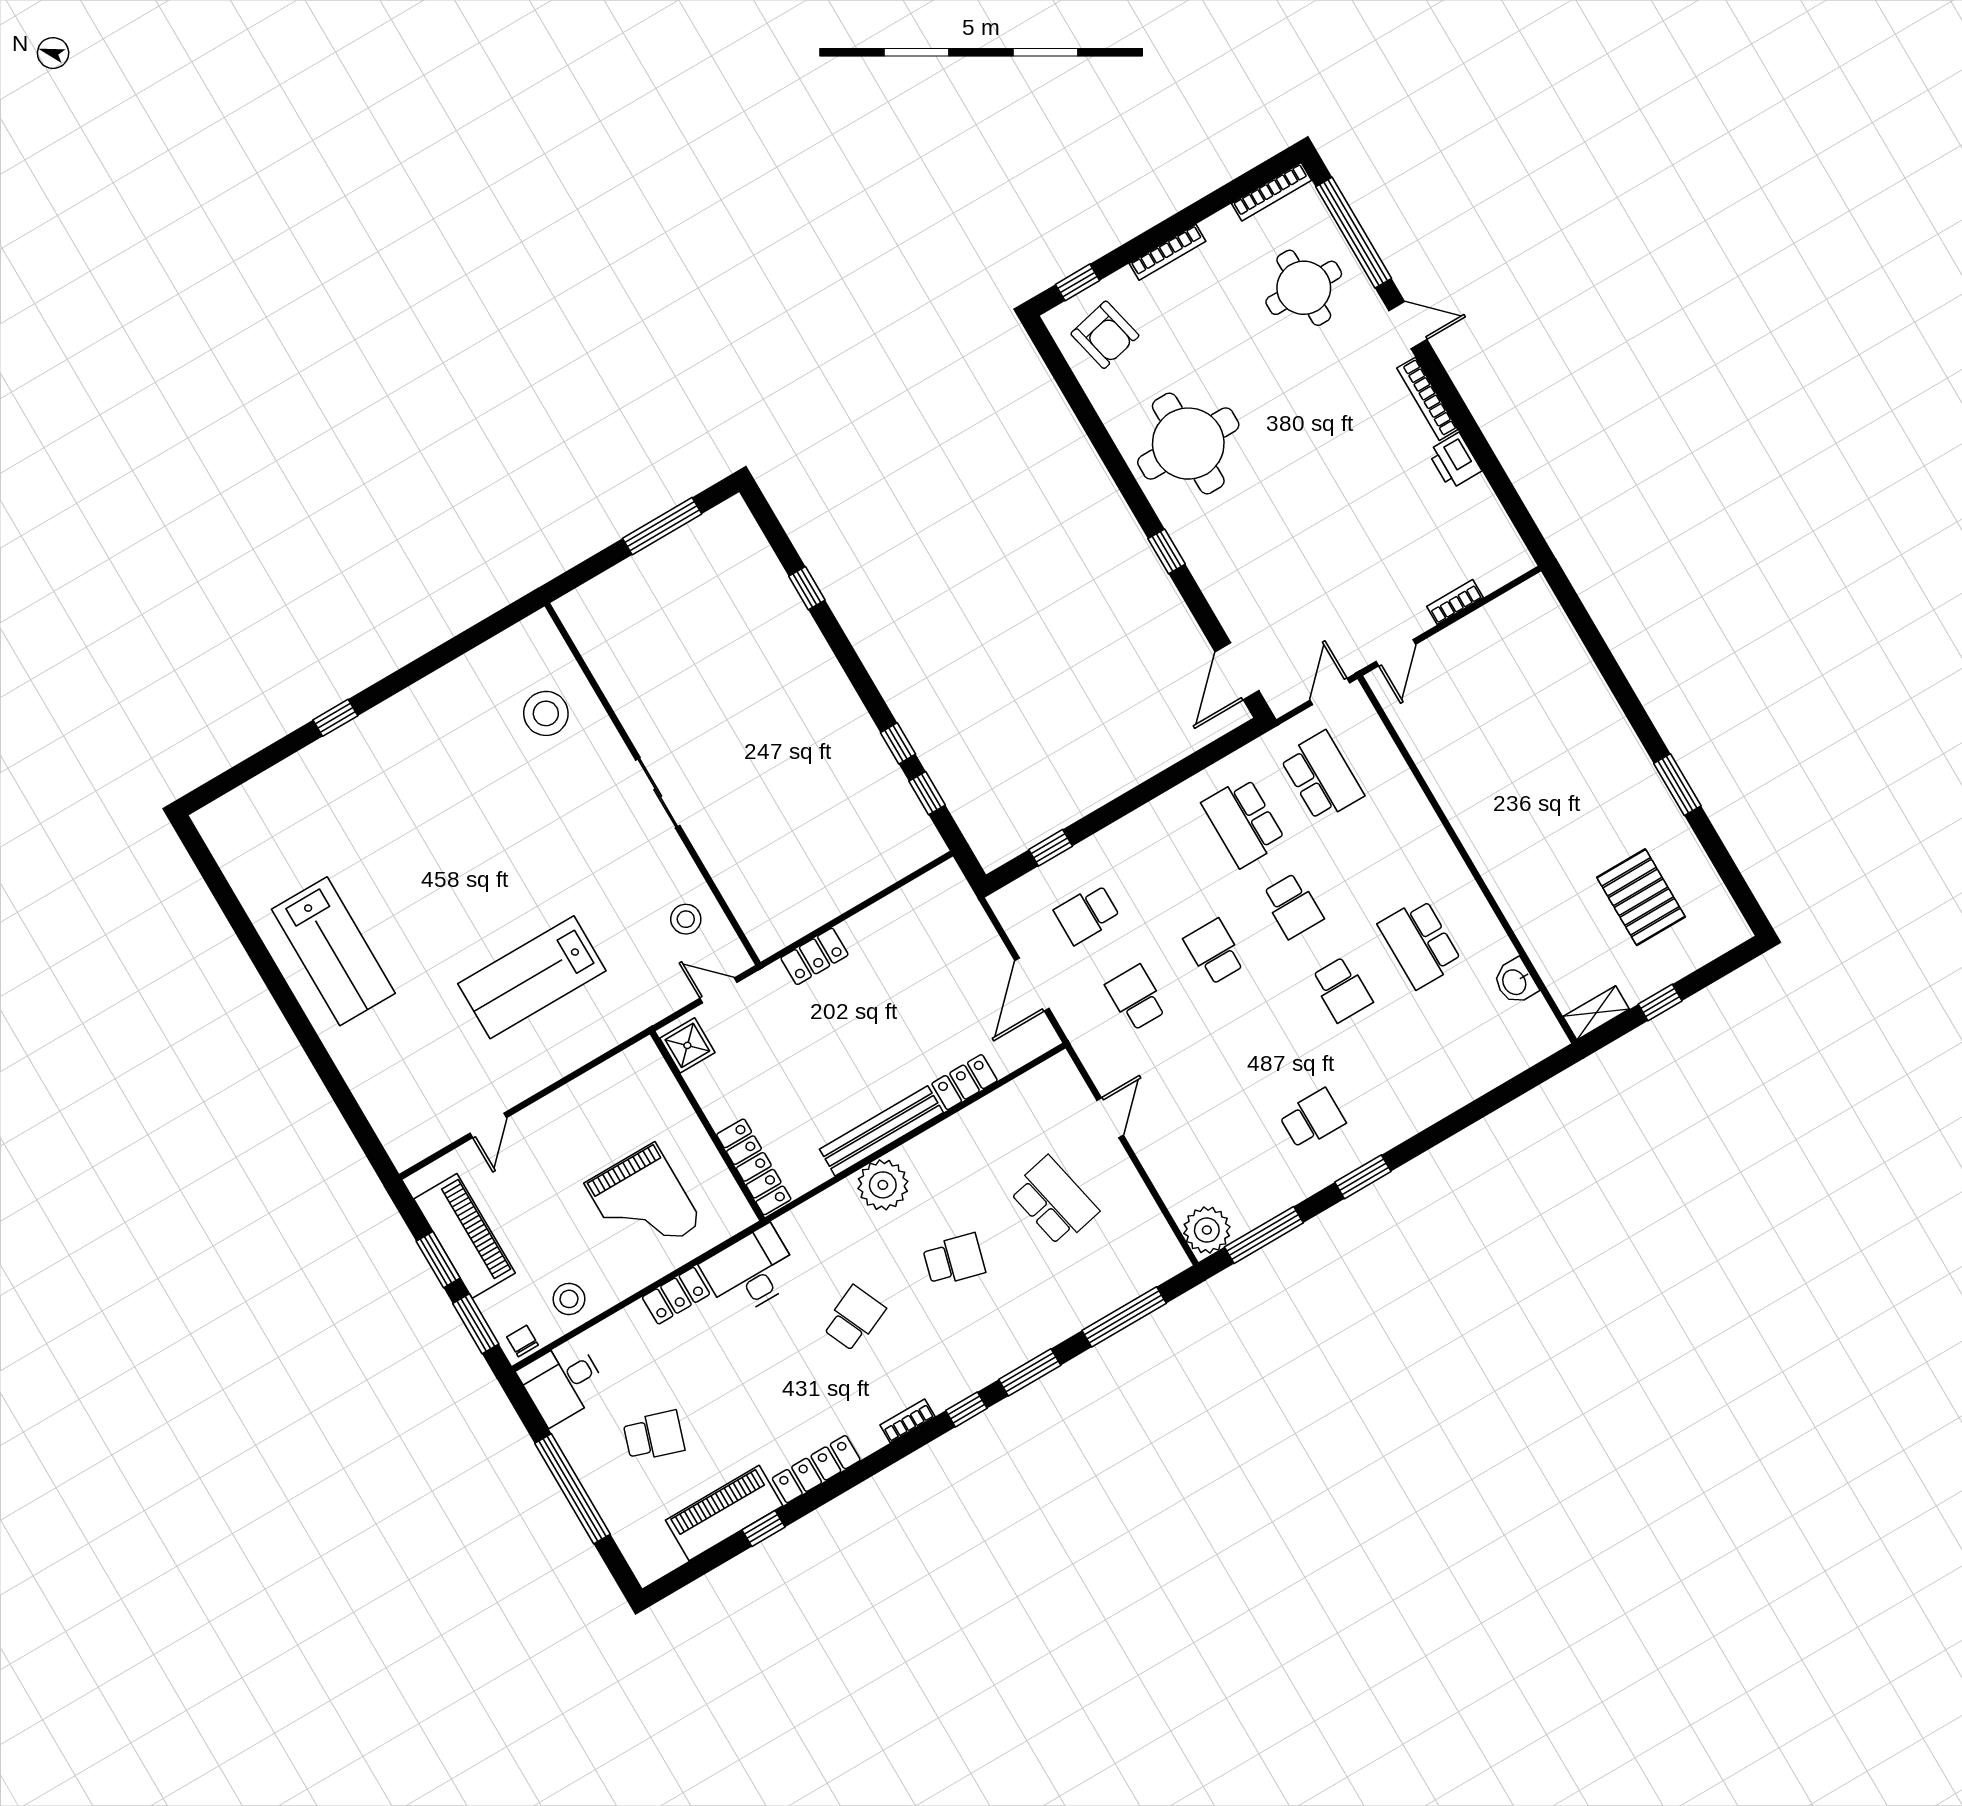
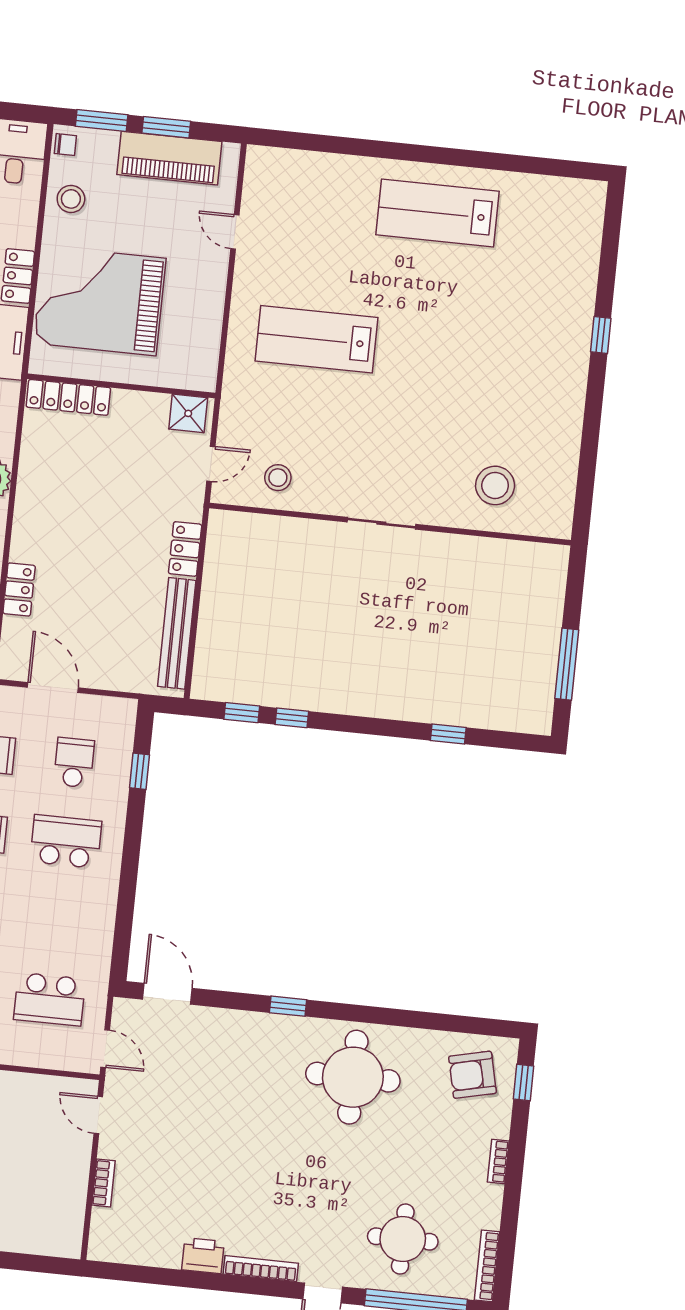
bookcase: (1168, 252) -> (498, 1161), width x0.64
school desk: (1244, 822) -> (66, 841), moved
lab bench: (532, 977) -> (317, 339), turned -90
bench: (881, 1131) -> (177, 633), moved
grand piano: (643, 1203) -> (100, 301), width x1.37, depth x1.48

